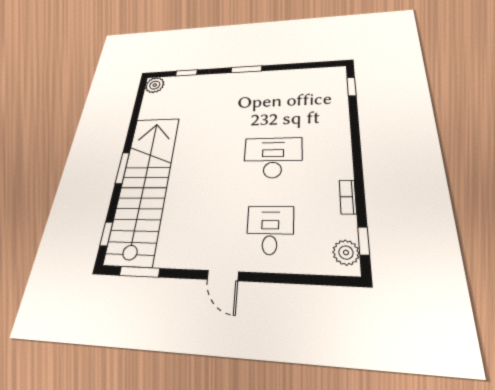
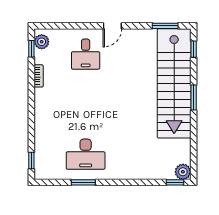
window: (246, 69) -> (83, 182), moved
window: (186, 73) -> (175, 182), moved
desk: (273, 157) -> (86, 154), moved
door: (223, 276) -> (112, 26), swing flipped

